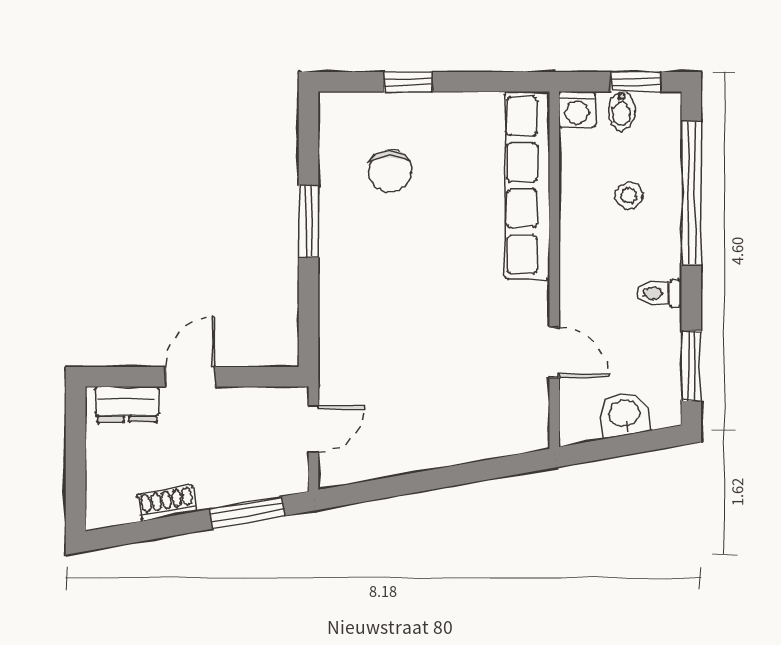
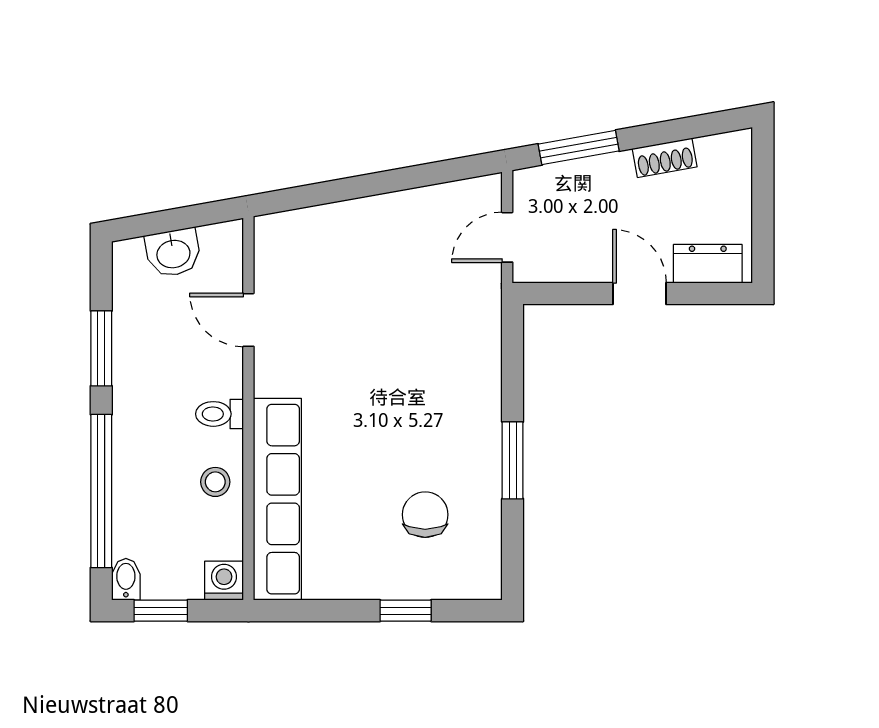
bidet: (622, 111) -> (126, 579), moved
stool: (629, 196) -> (215, 482), moved
toilet: (659, 293) -> (220, 414), moved, turned 180
window: (691, 366) -> (101, 348), moved
door: (190, 377) -> (640, 294), swing flipped

